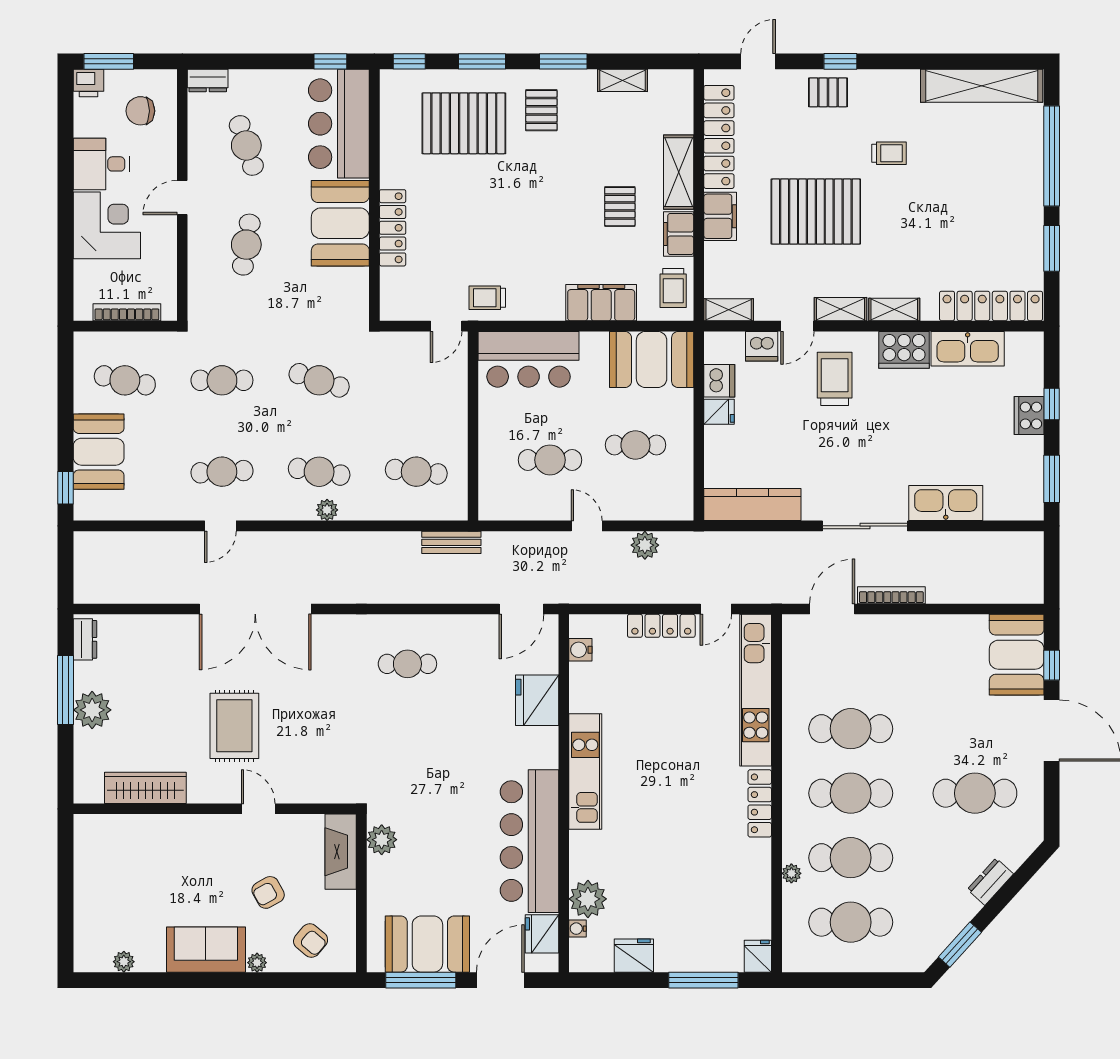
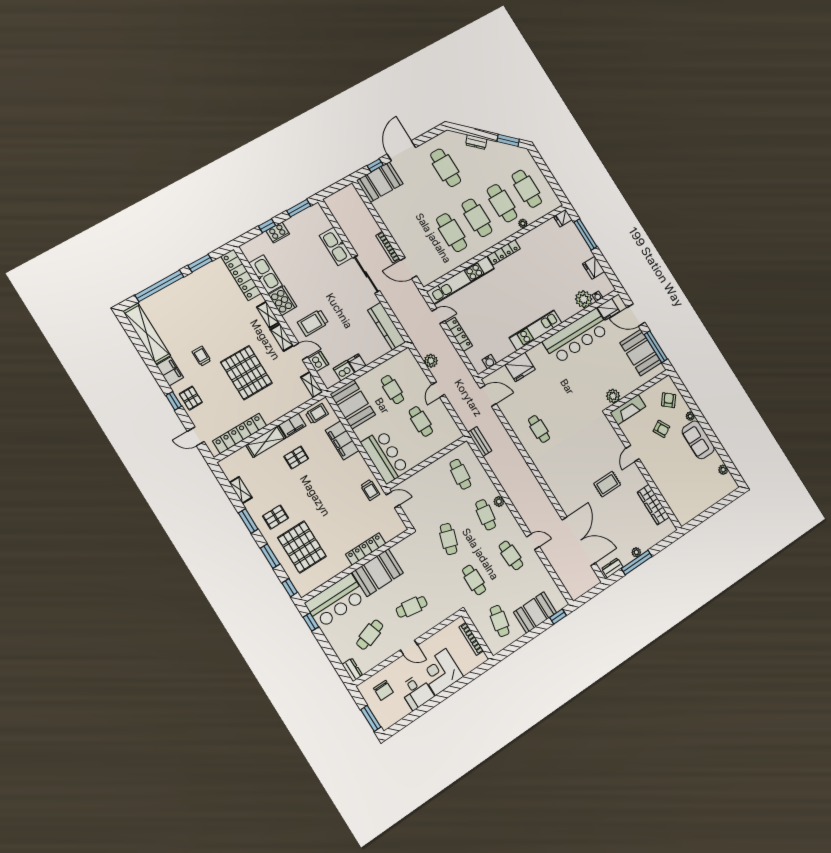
printer: (89, 83) -> (386, 721), removed
filing cabinet: (720, 216) -> (170, 371), moved, turned 90
double door: (255, 609) -> (579, 541), moved
plant: (92, 710) -> (636, 552), width x0.53, depth x0.53
rug: (234, 726) -> (607, 484), width x0.73, depth x0.70

